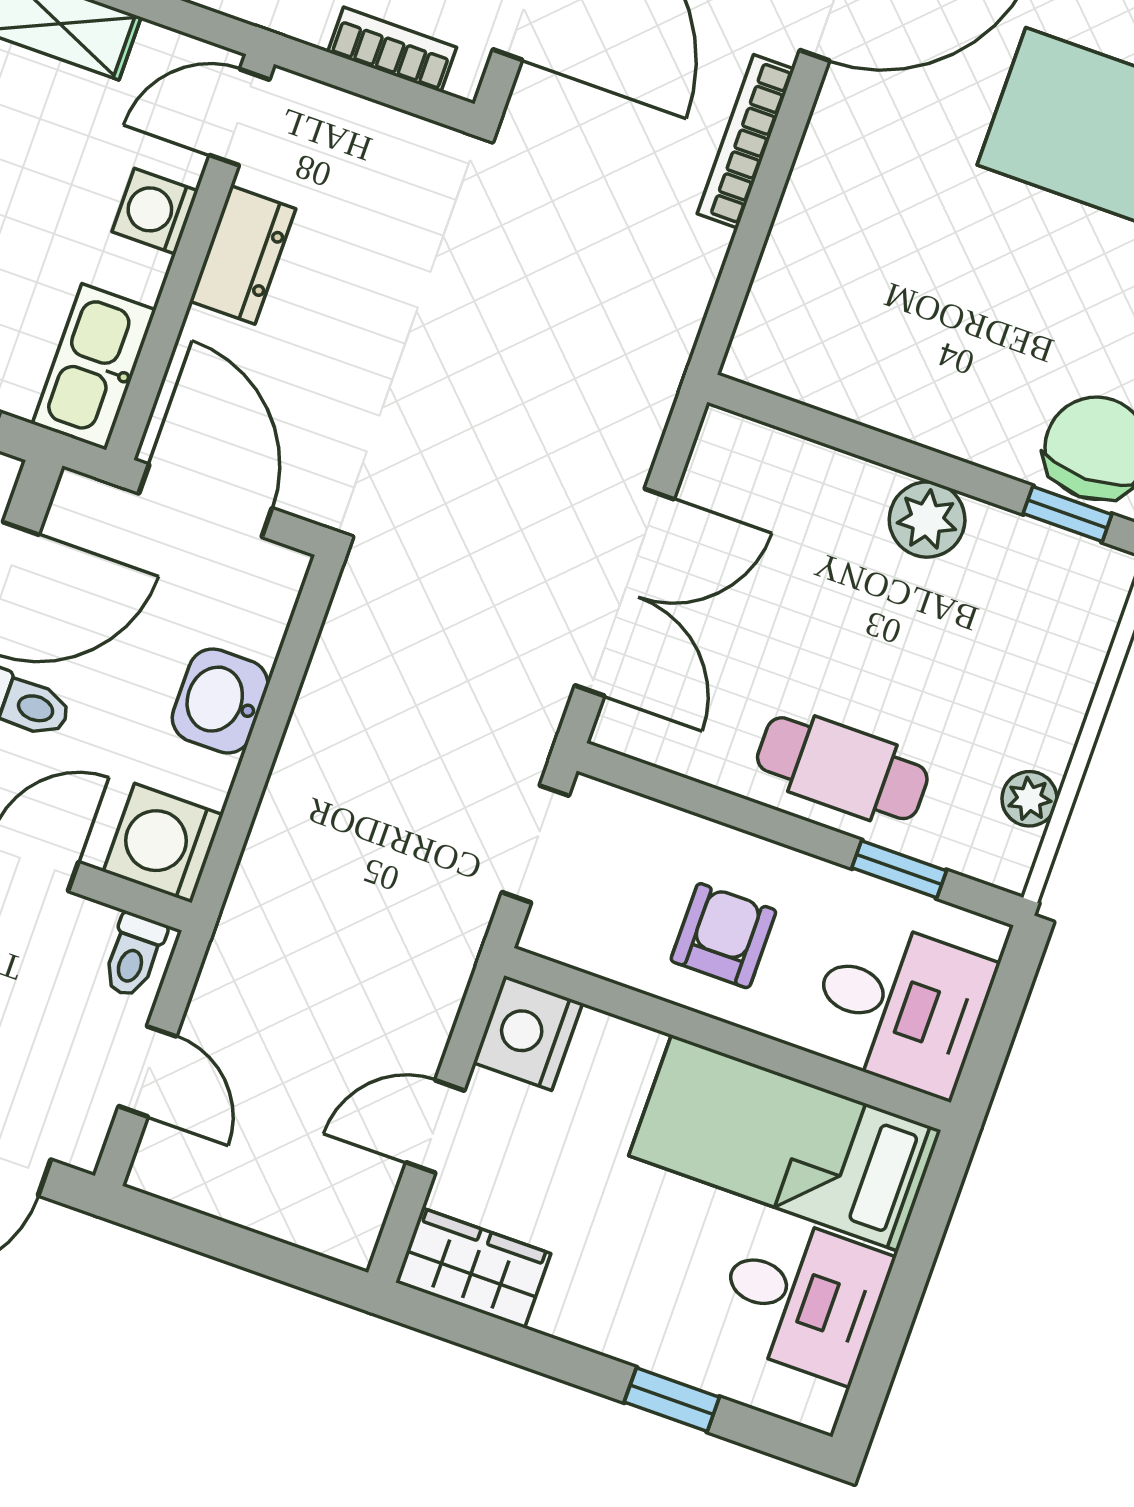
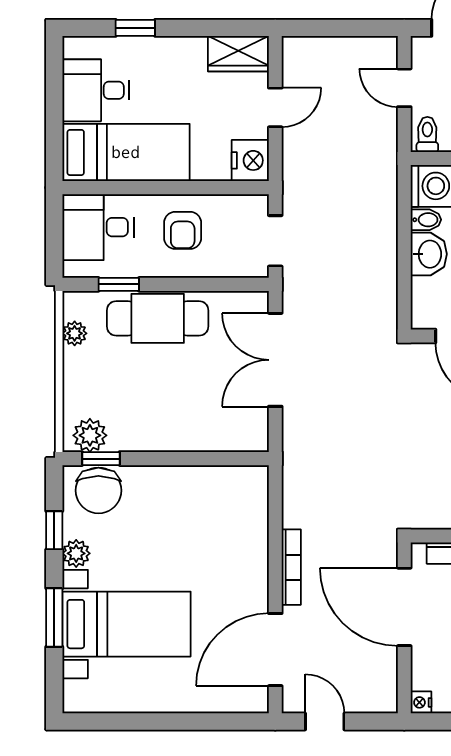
plant: (927, 520) -> (90, 435), moved
cafe table: (842, 768) -> (158, 318), width x1.37, depth x1.35
bidet: (201, 776) -> (426, 220), added

